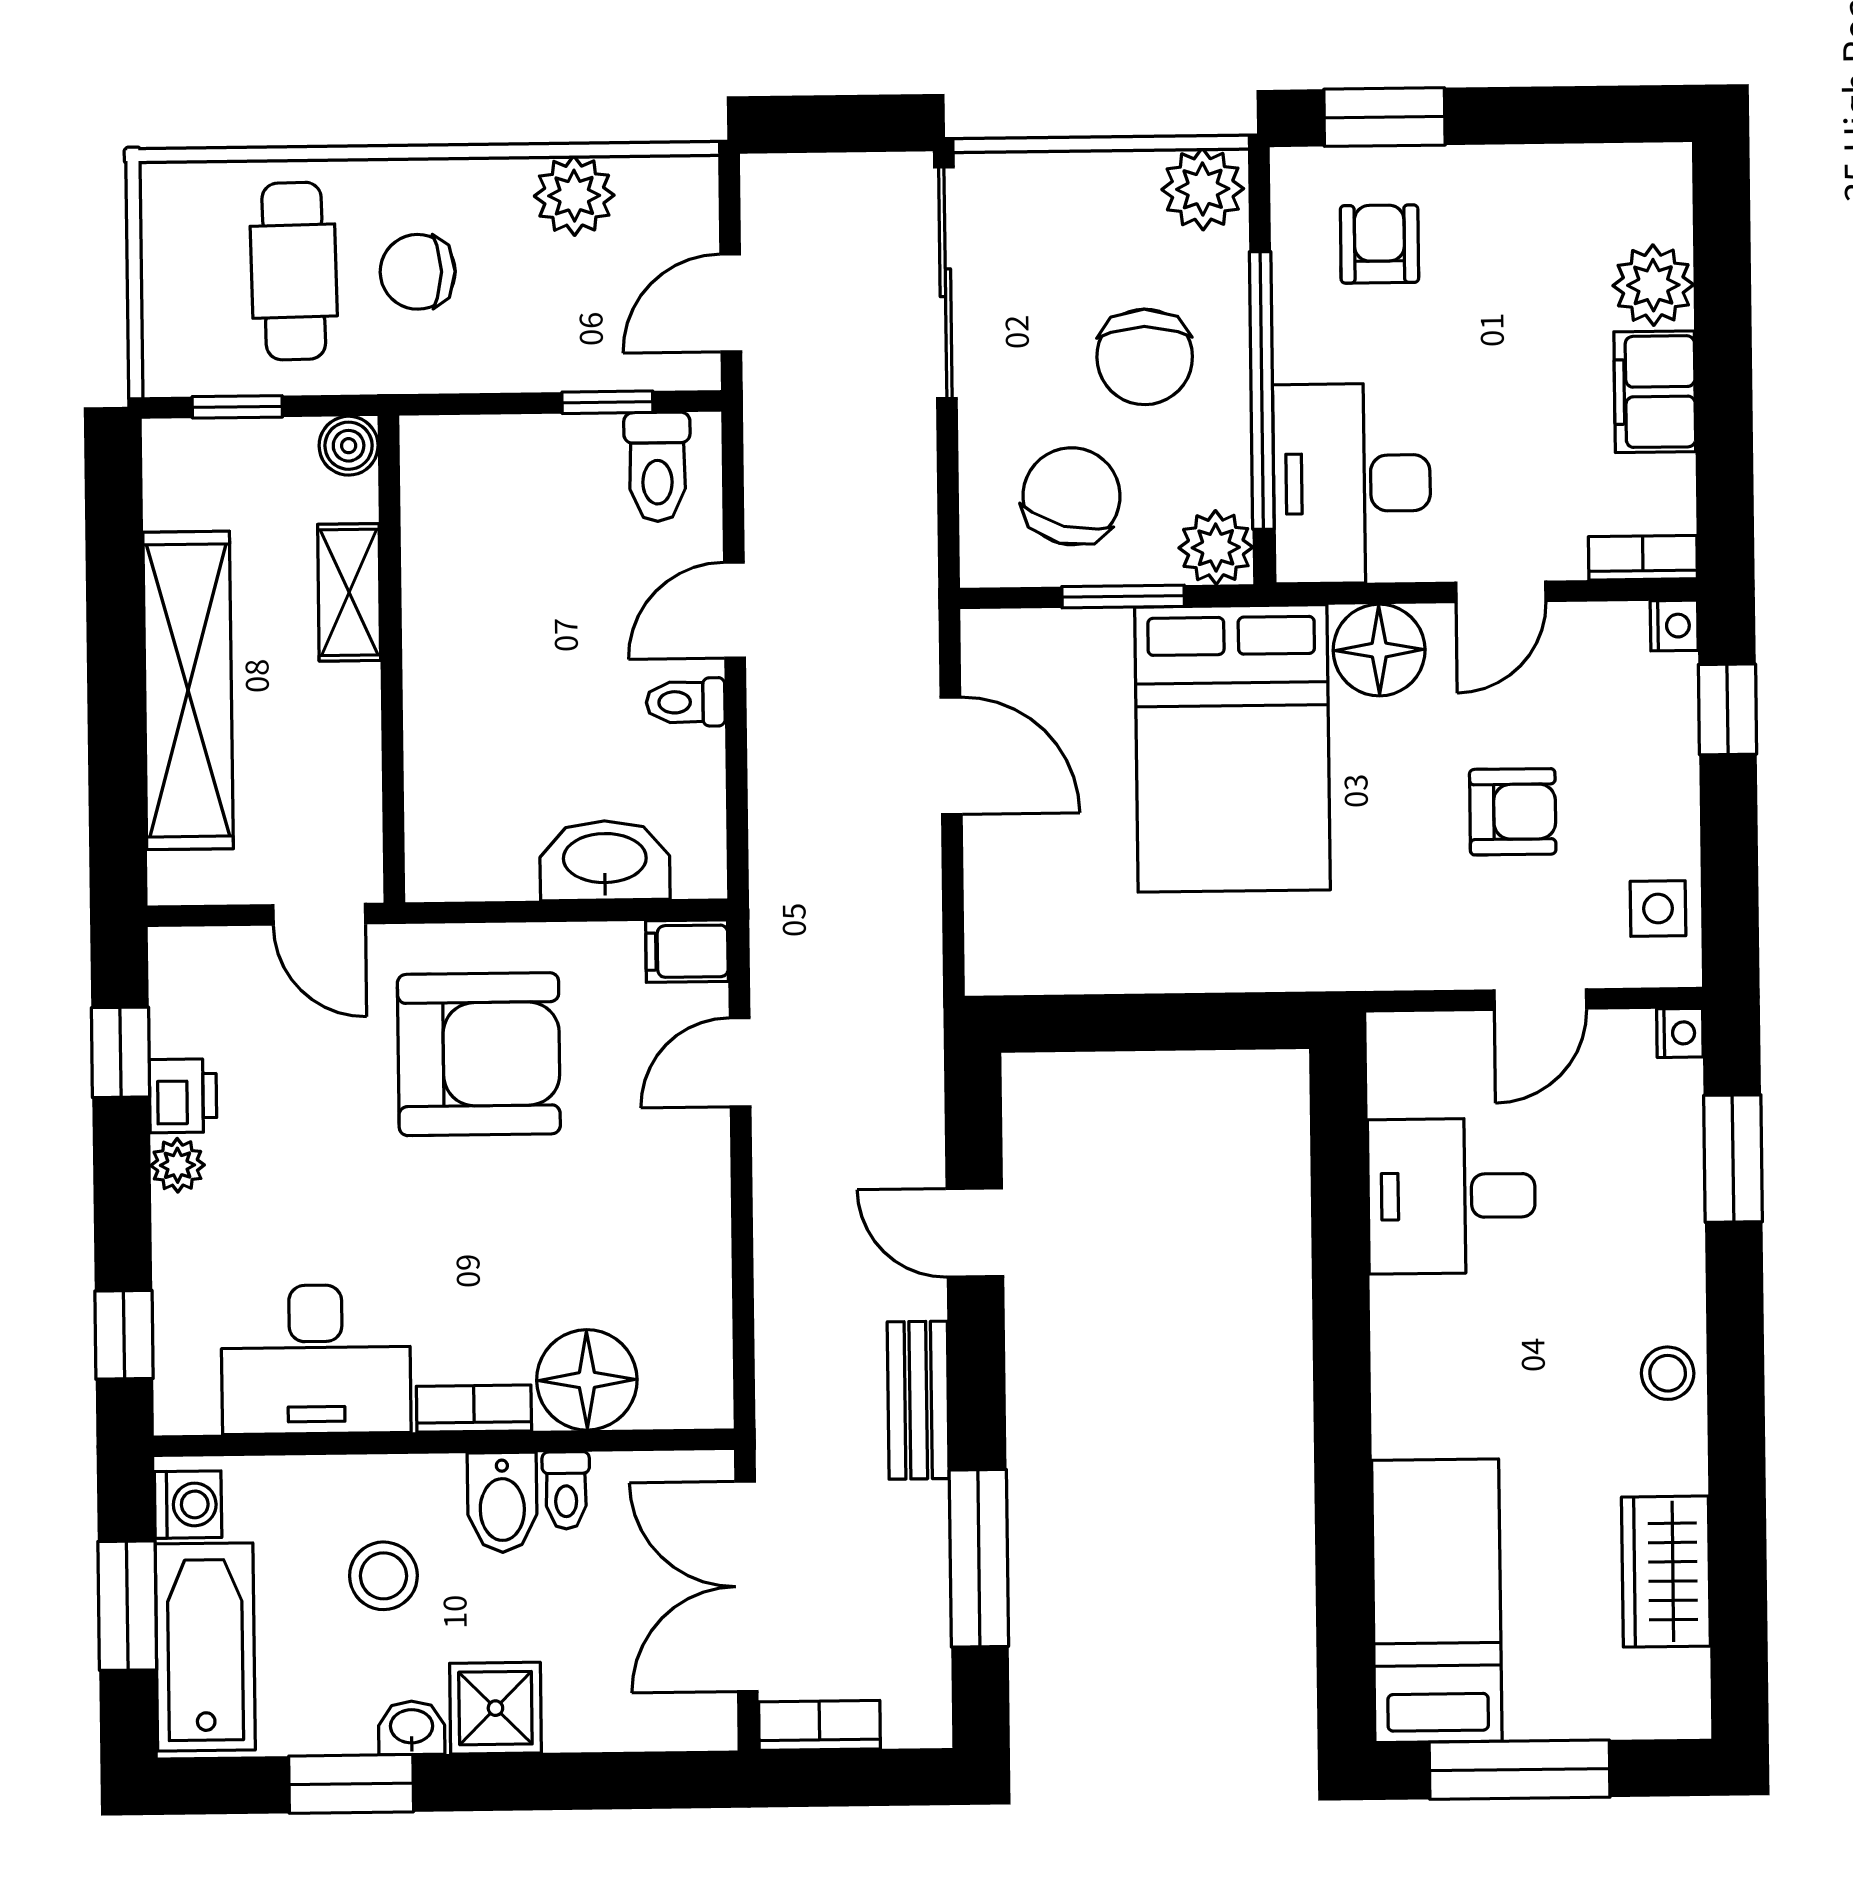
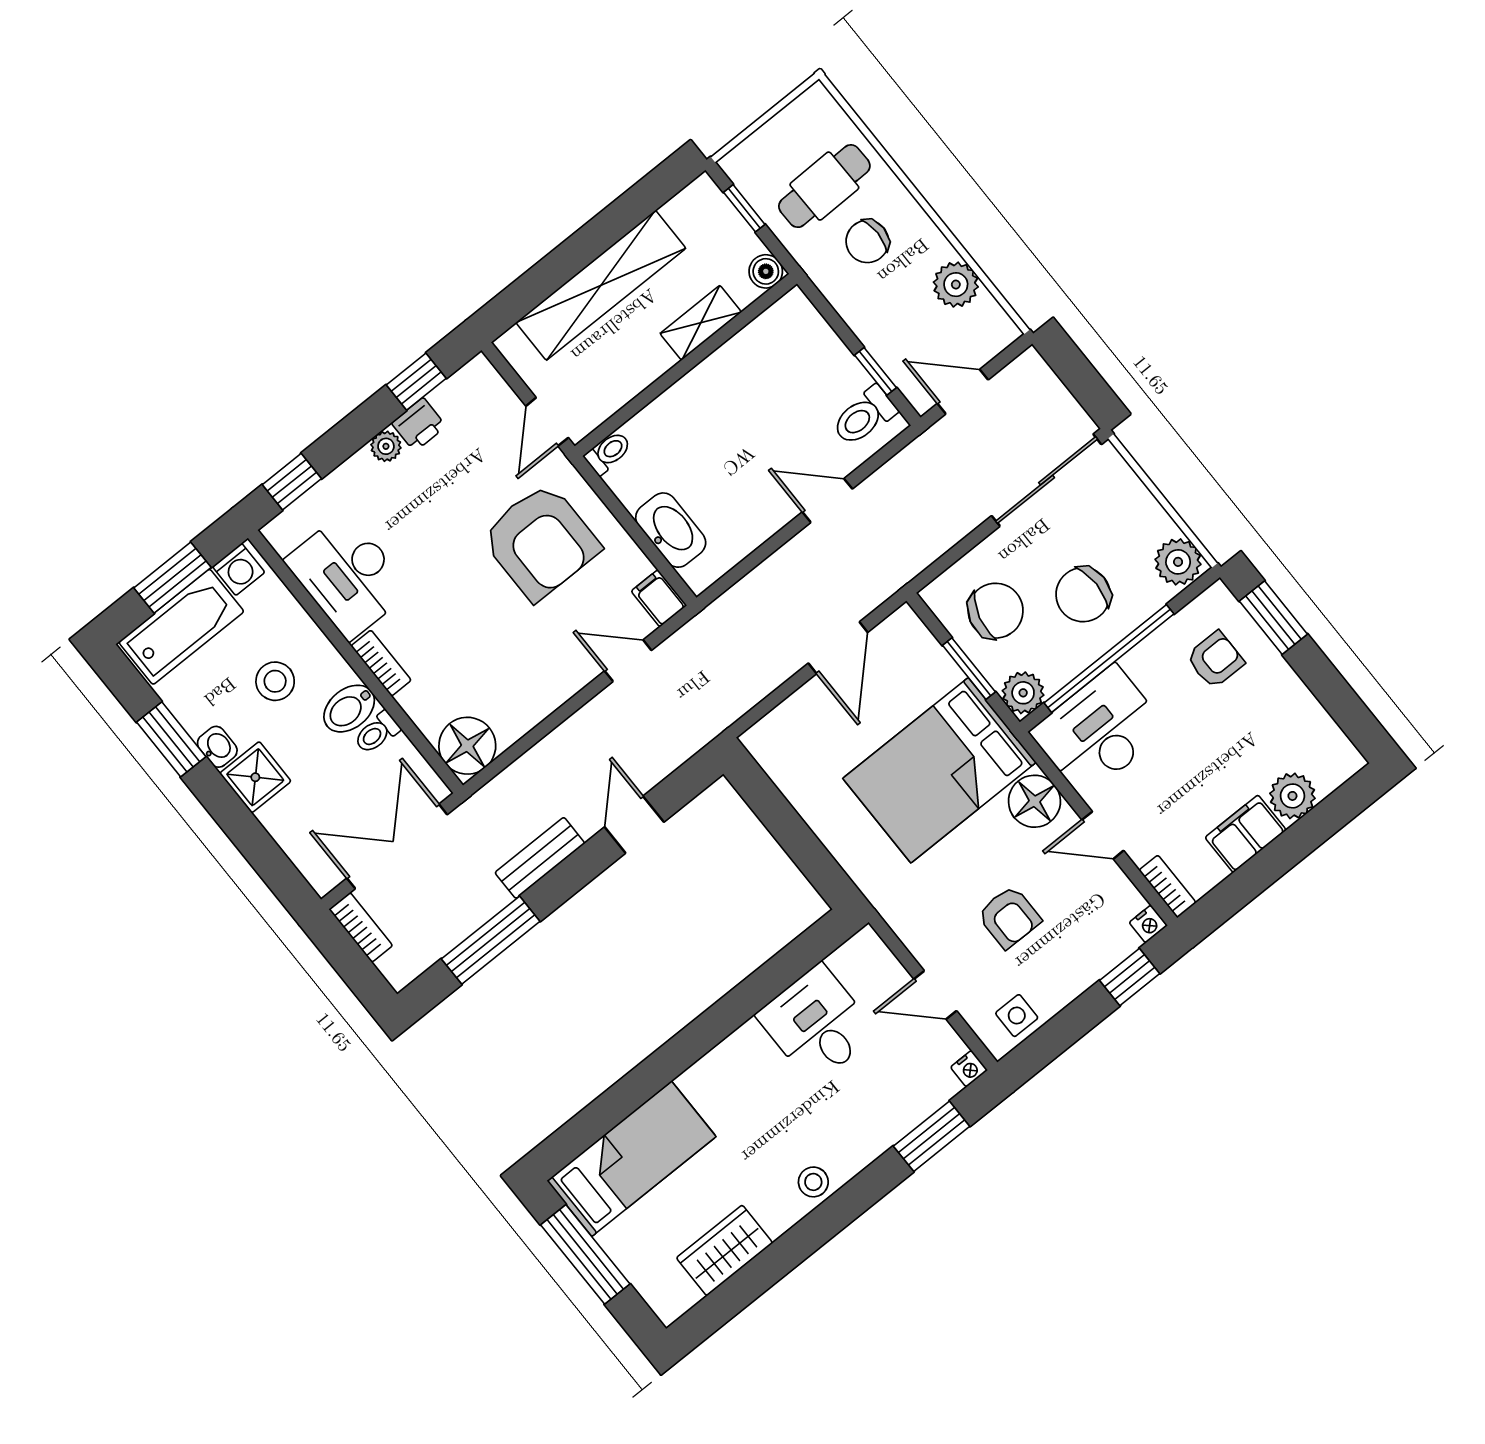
chair: (418, 272) -> (867, 241), turned -90
toilet: (686, 702) -> (608, 453), moved, turned 90
floor lamp: (587, 1380) -> (467, 746), moved

